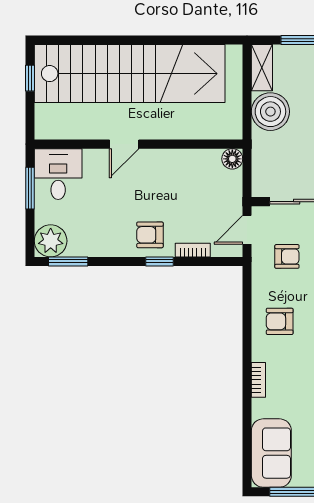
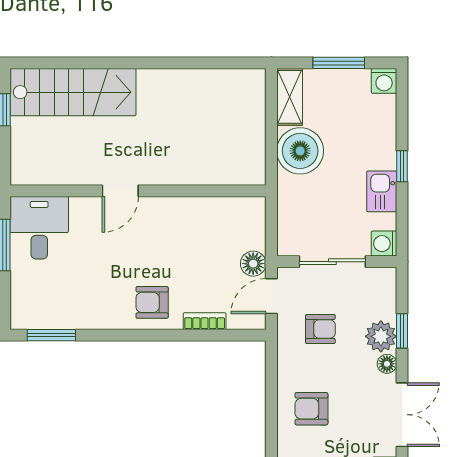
stairs: (130, 74) -> (73, 92), width x0.54, depth x0.66
floor lamp: (232, 159) -> (253, 264), moved
plant: (51, 241) -> (30, 310), removed
window: (159, 261) -> (164, 335), removed

